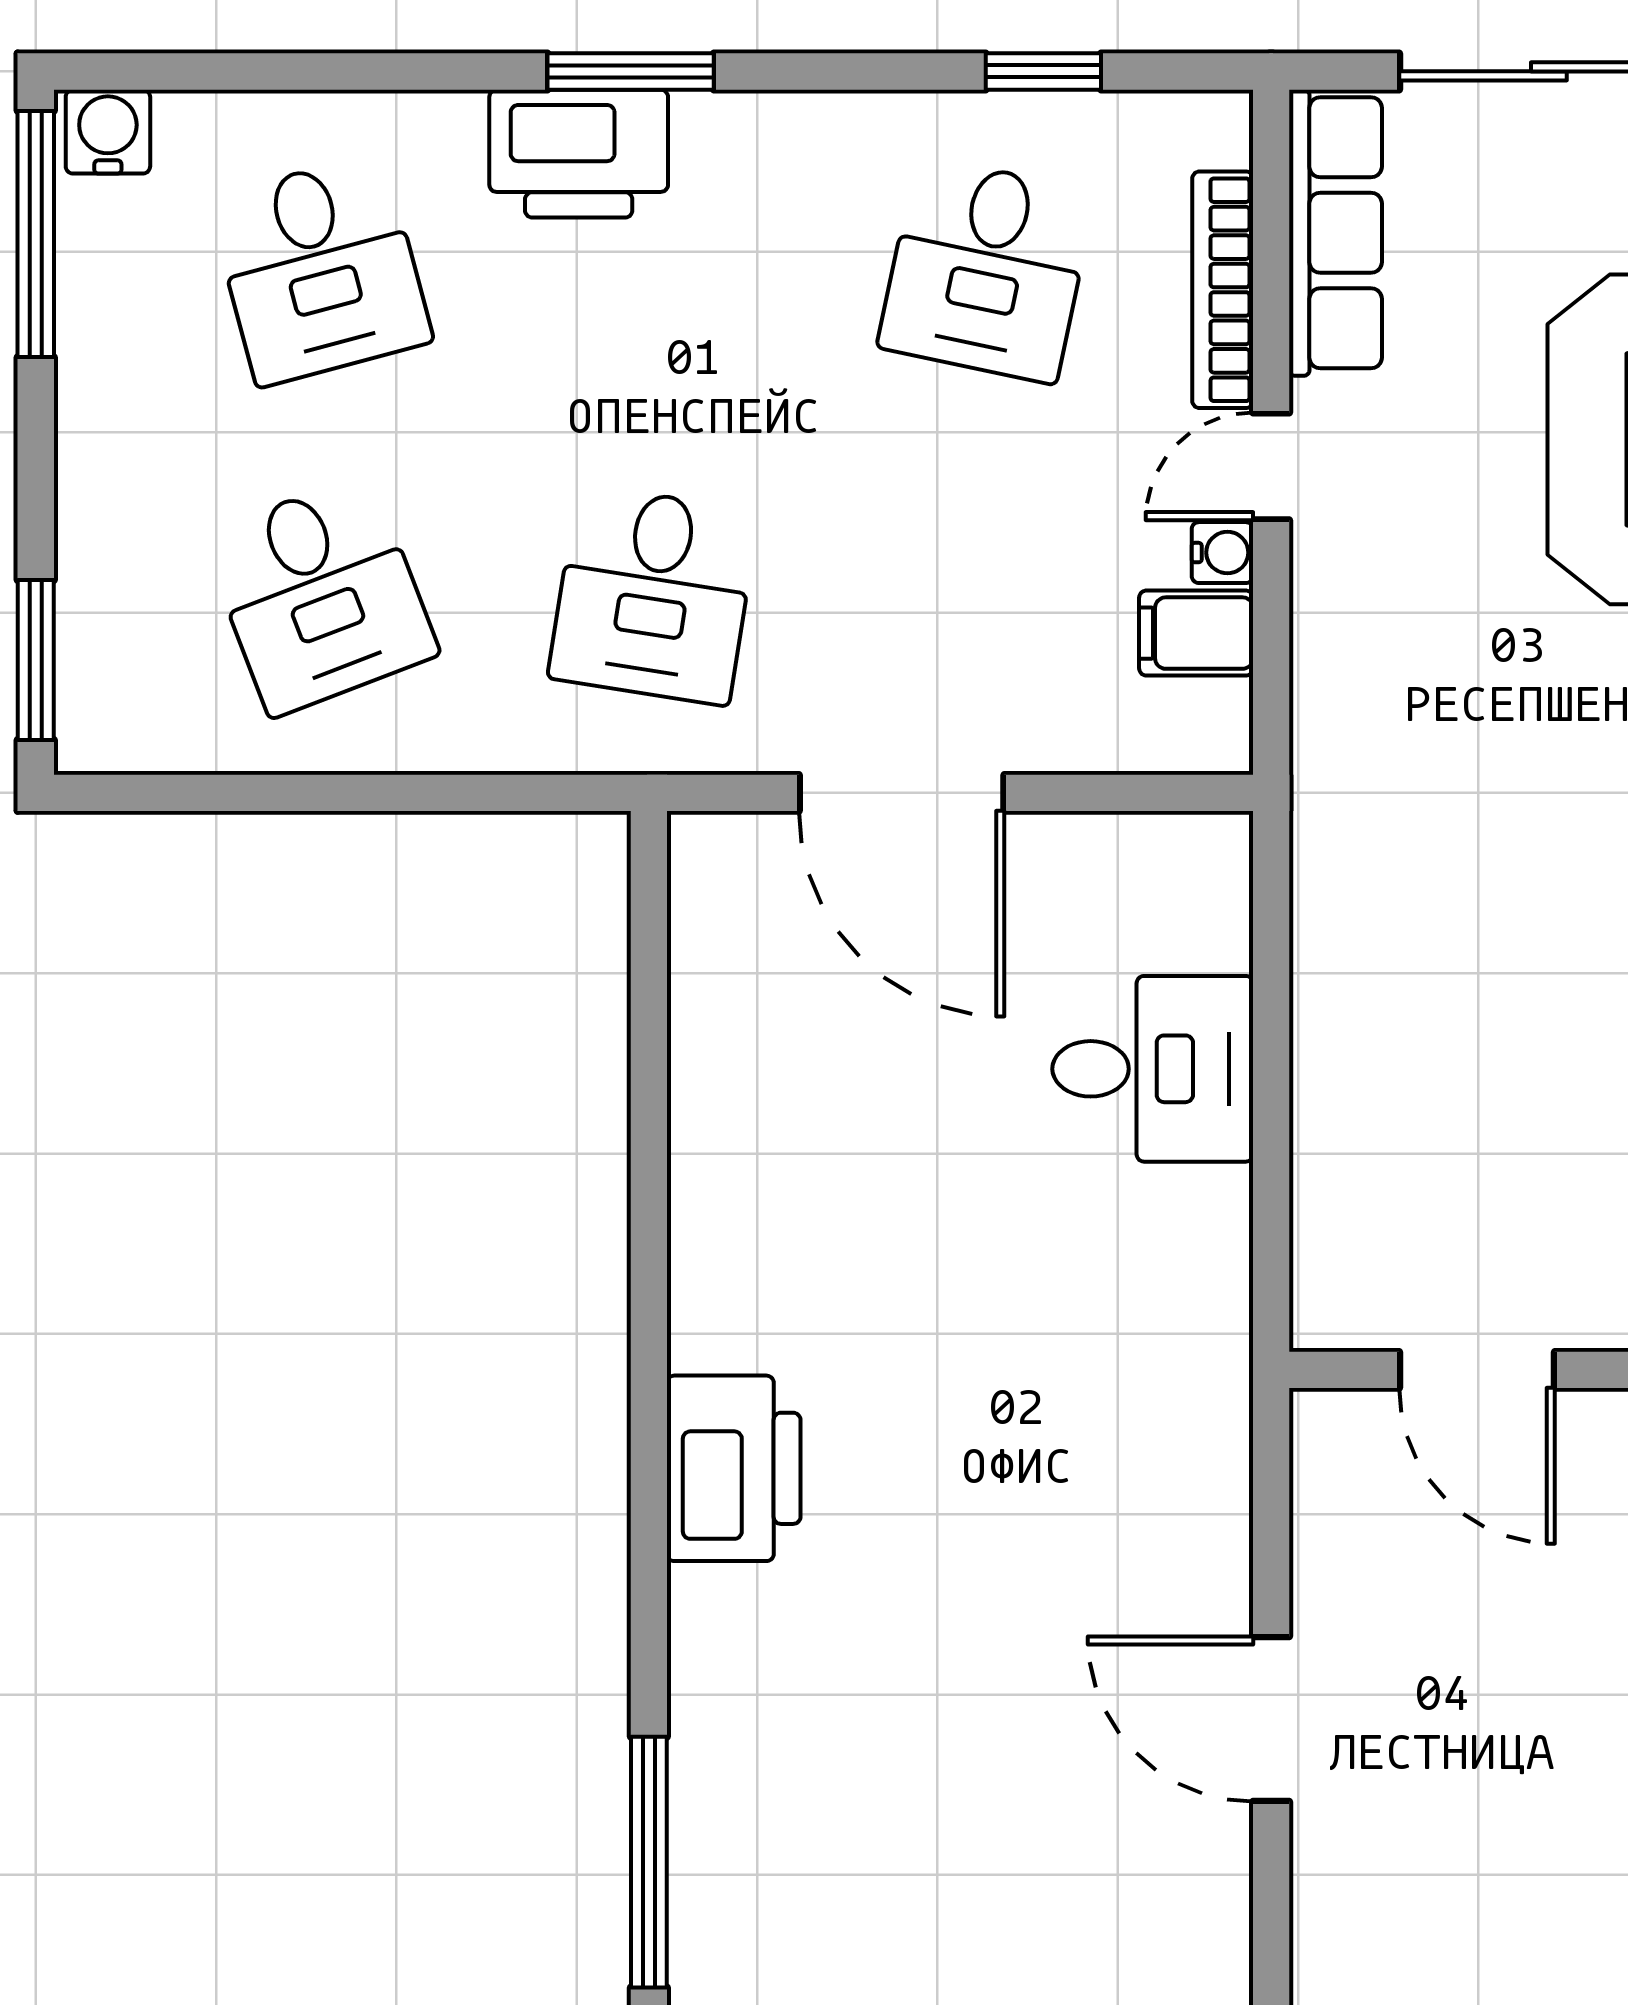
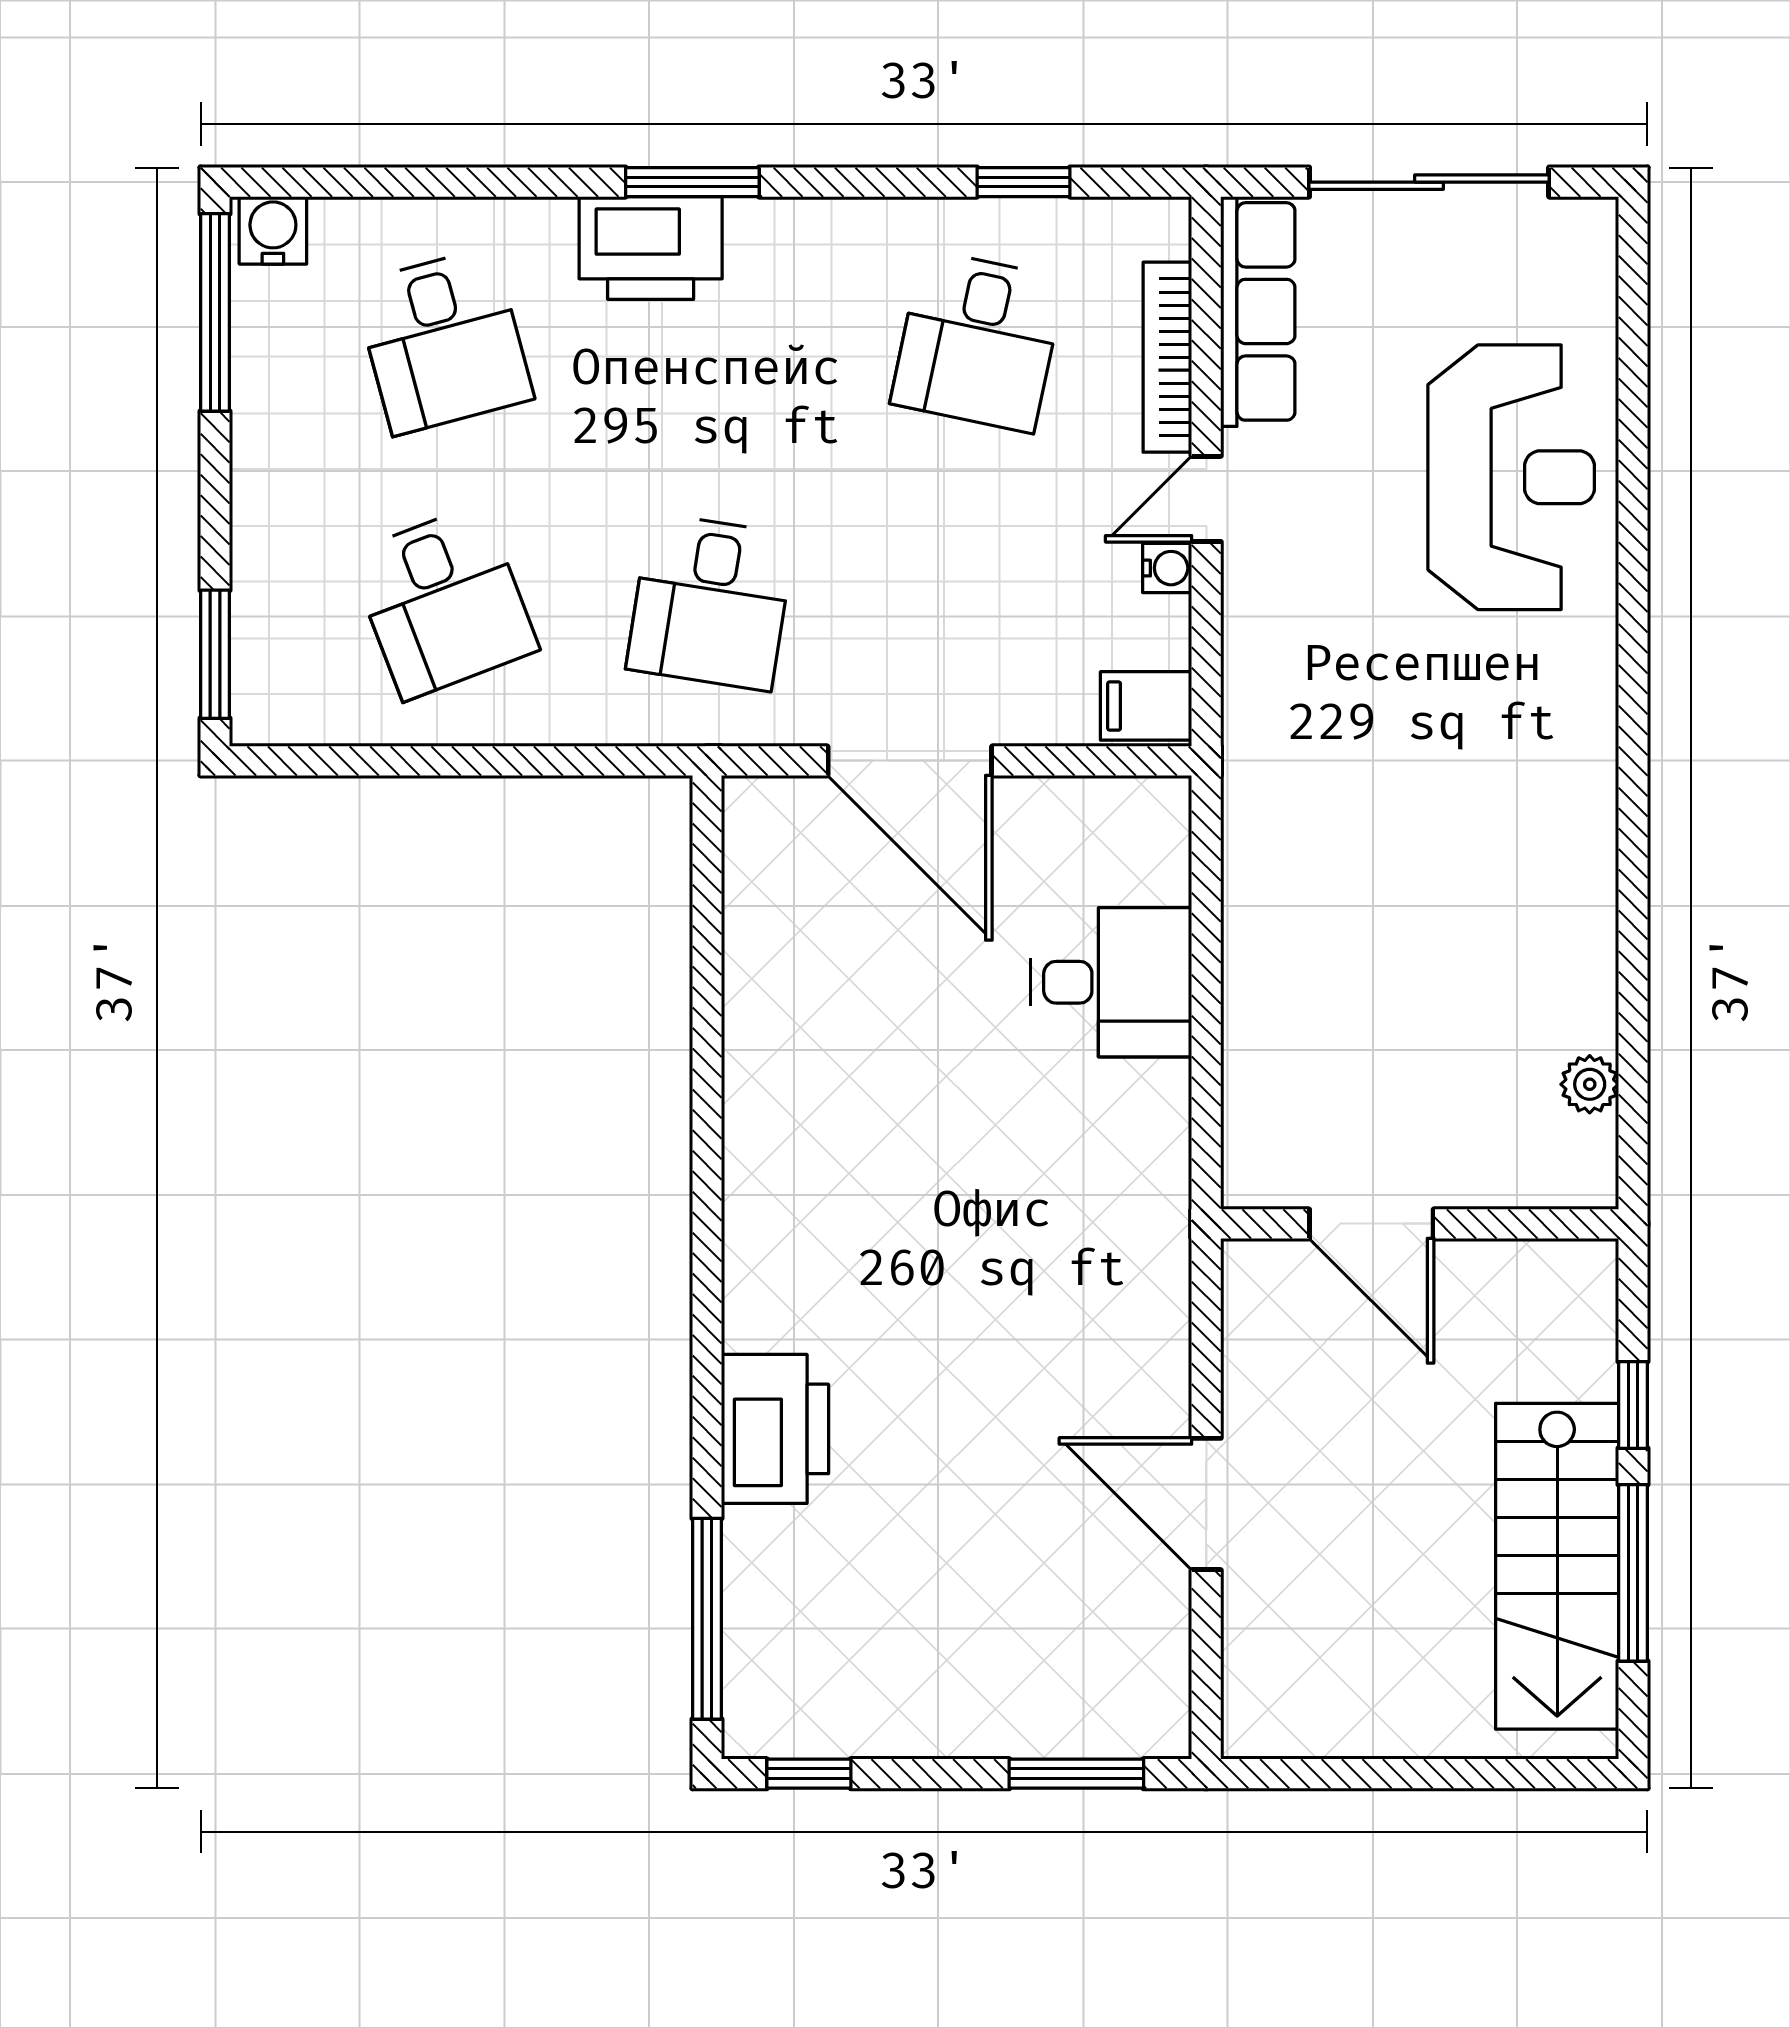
filing cabinet: (1196, 633) -> (1146, 706), moved
printer: (734, 1468) -> (775, 1429), moved

